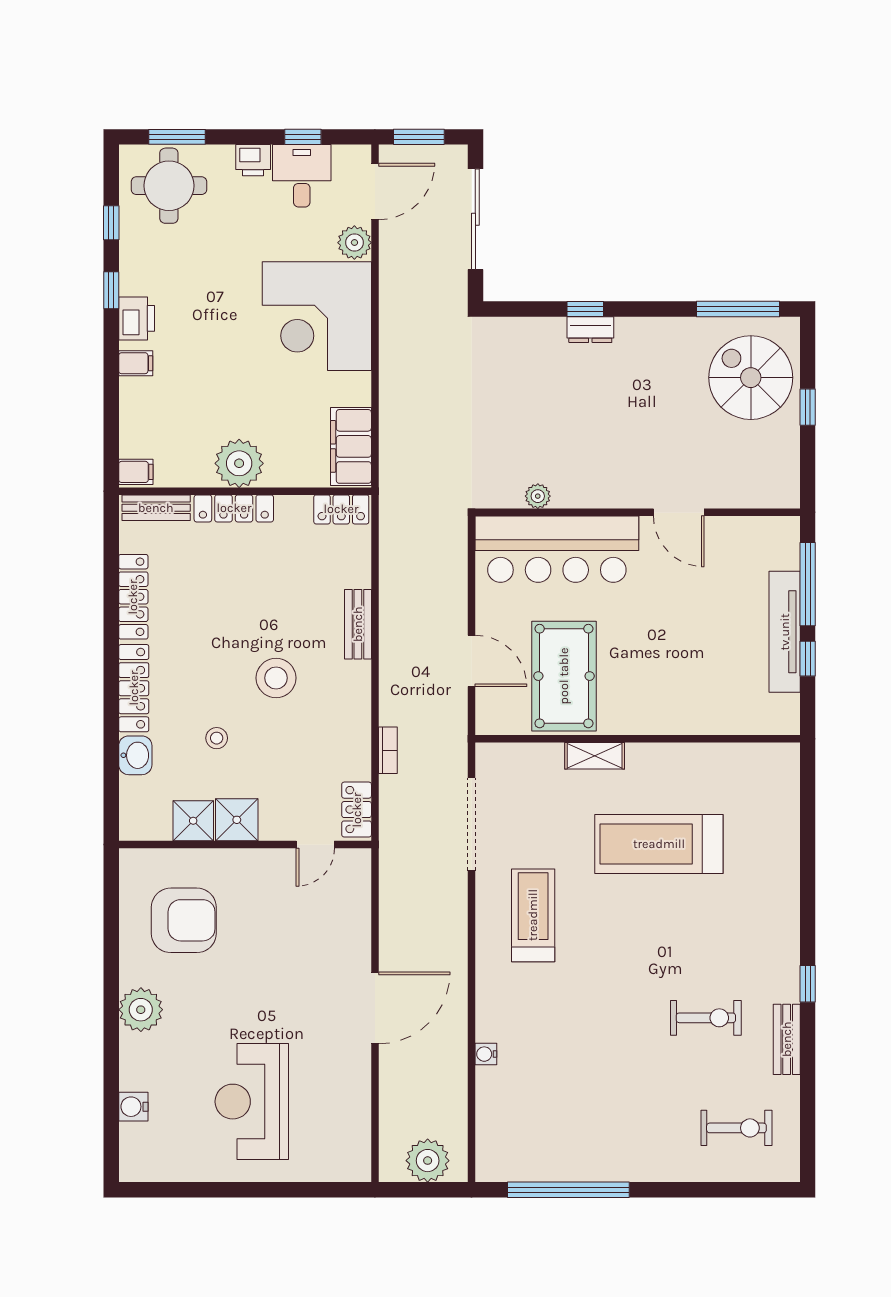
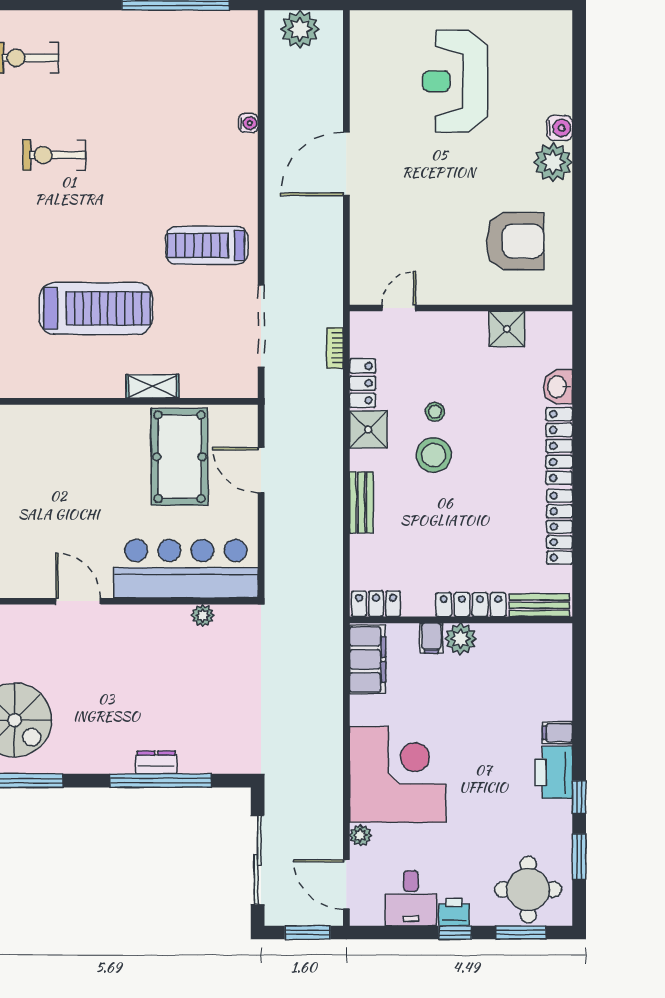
window: (303, 137) -> (455, 933), moved
door: (375, 192) -> (346, 884), hinge flipped
window: (111, 223) -> (579, 857), width x1.50
plant: (354, 243) -> (360, 835), width x0.73, depth x0.73
window: (585, 309) -> (161, 781), width x3.17
printer: (137, 318) -> (554, 772), width x1.37, depth x1.19
plant: (239, 463) -> (461, 639), width x0.73, depth x0.73
filing cabinet: (136, 472) -> (431, 638), moved, turned -90
stool: (217, 738) -> (435, 412), moved
bookcase: (388, 750) -> (335, 348), moved
locker: (357, 810) -> (363, 383), moved
shower: (237, 820) -> (368, 430), moved
treadmill: (533, 915) -> (207, 245), turned 90
armchair: (184, 920) -> (515, 241), turned 180
reception desk: (252, 1102) -> (455, 81), turned 180
water cooler: (133, 1107) -> (560, 128), moved

